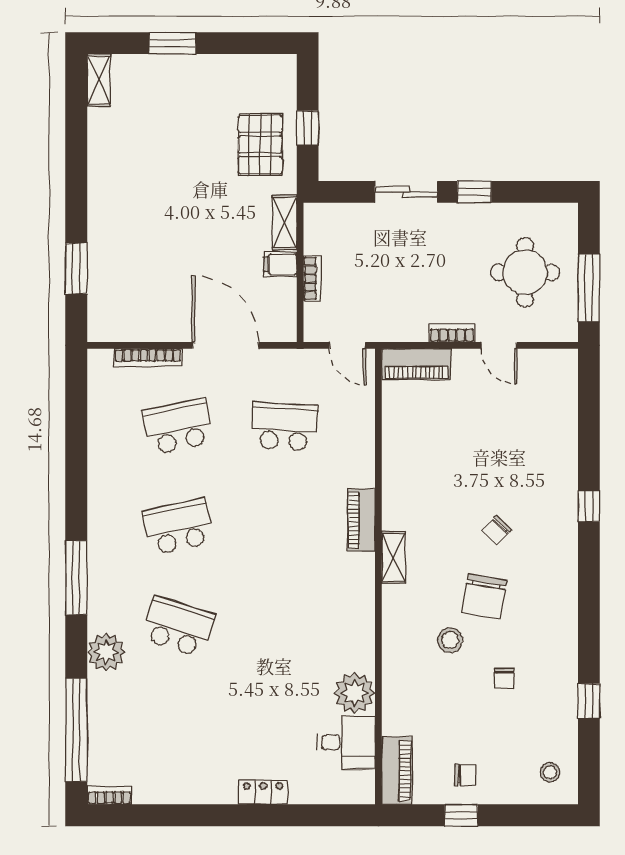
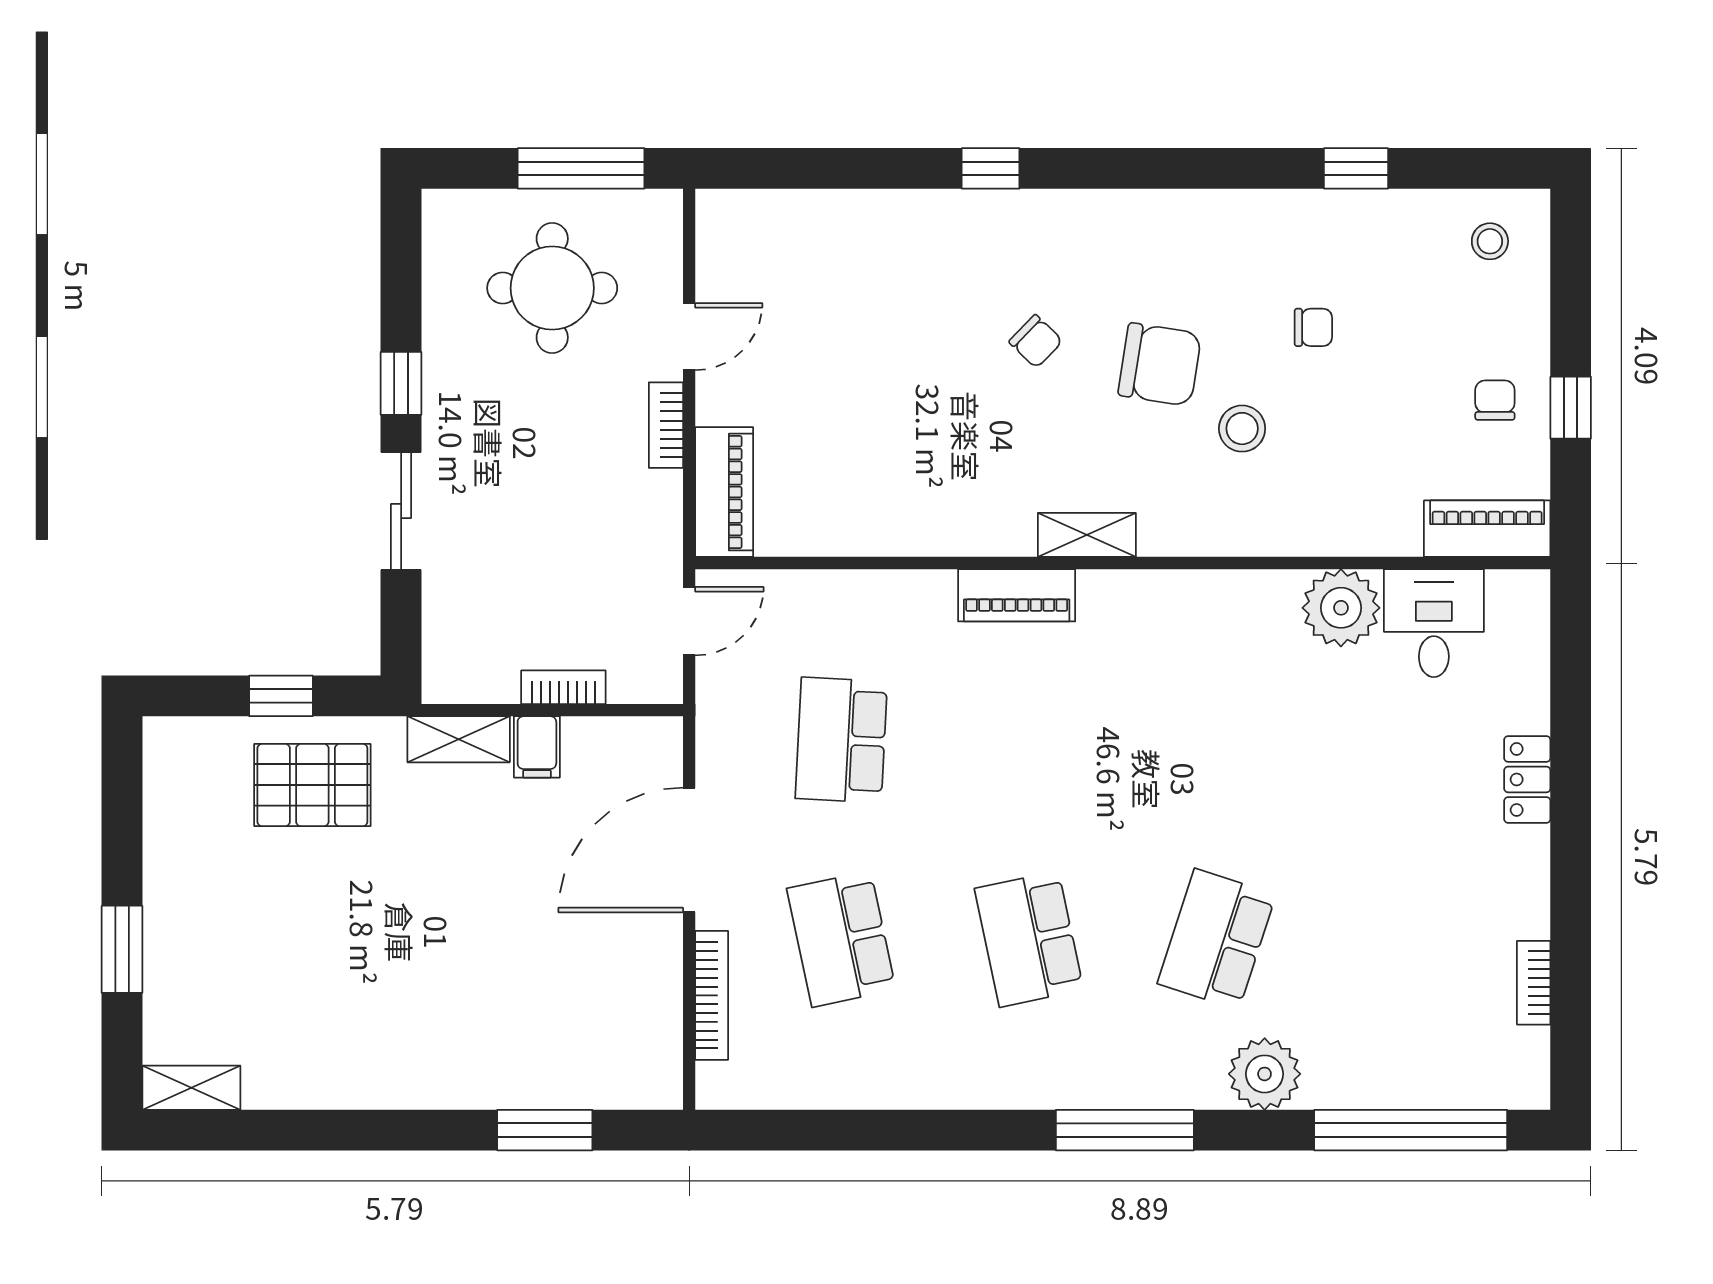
bookcase: (109, 796) -> (1534, 983), moved

